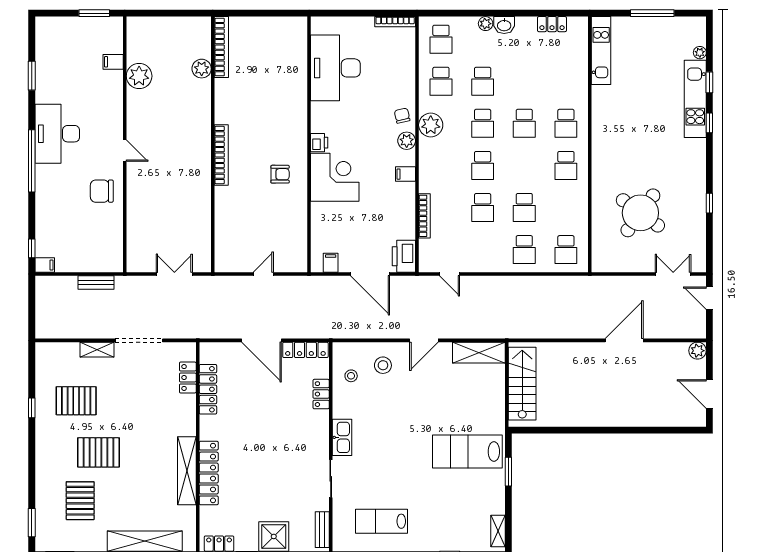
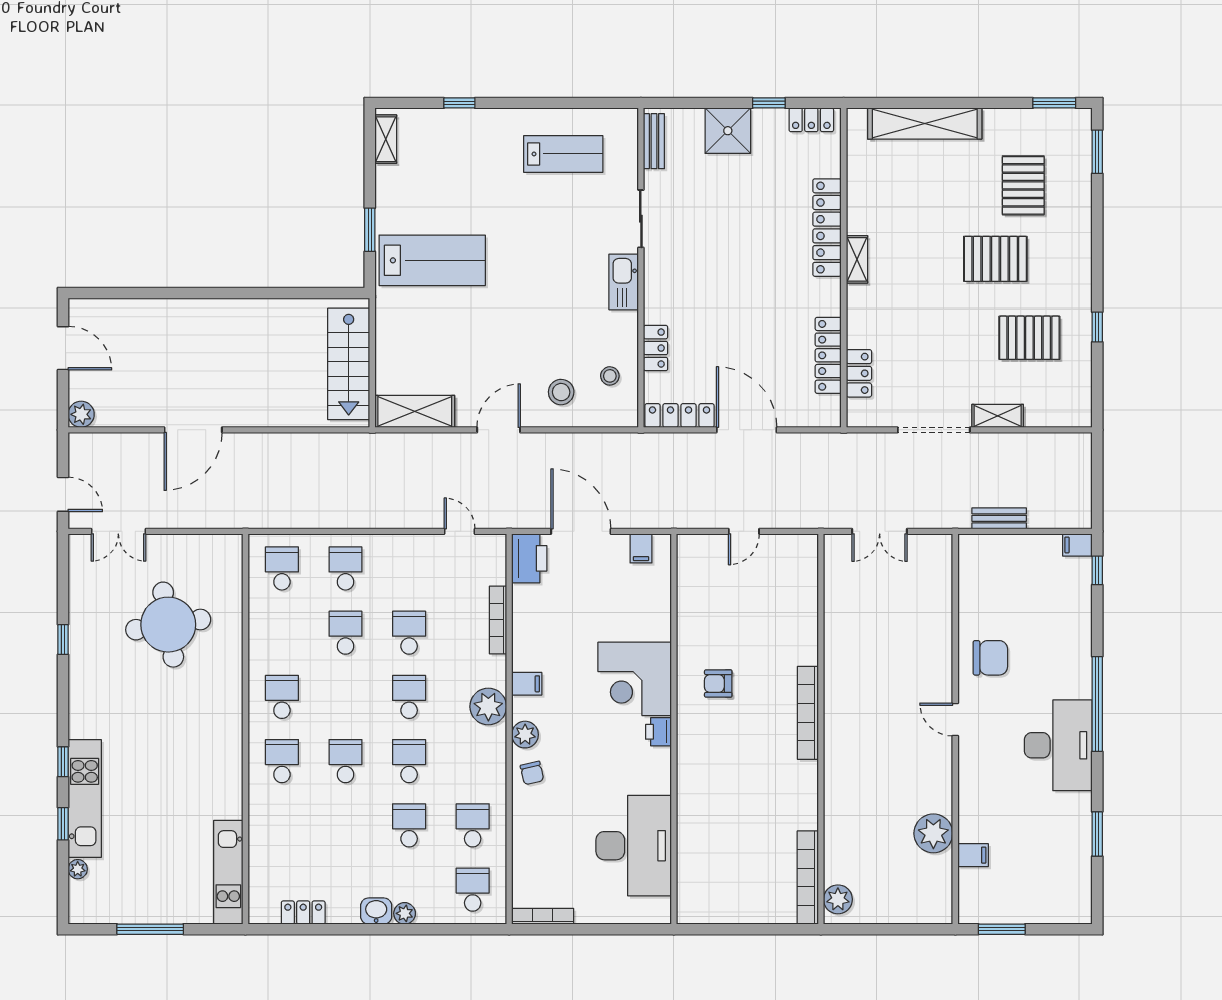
plant: (202, 69) -> (838, 899), moved
plant: (431, 125) -> (488, 707), moved
round table: (640, 213) -> (168, 625), turned 45
shelving: (187, 471) -> (857, 259), width x0.45, depth x0.75

